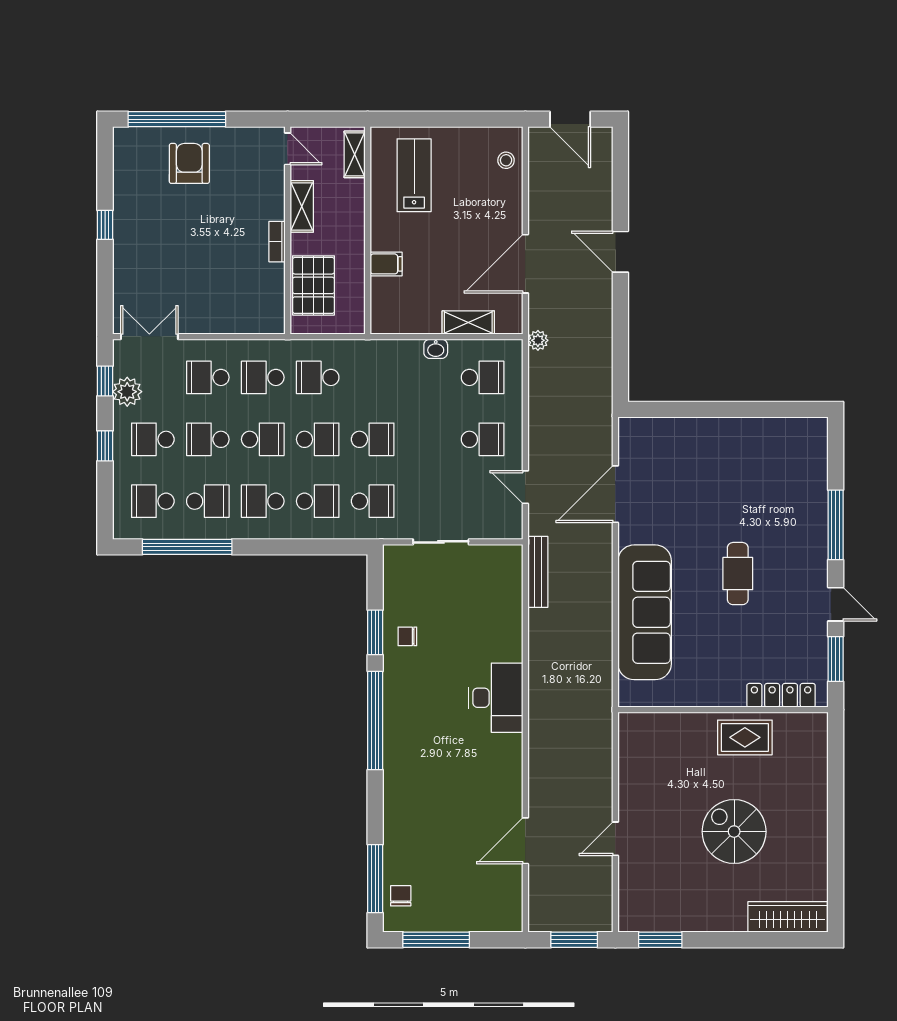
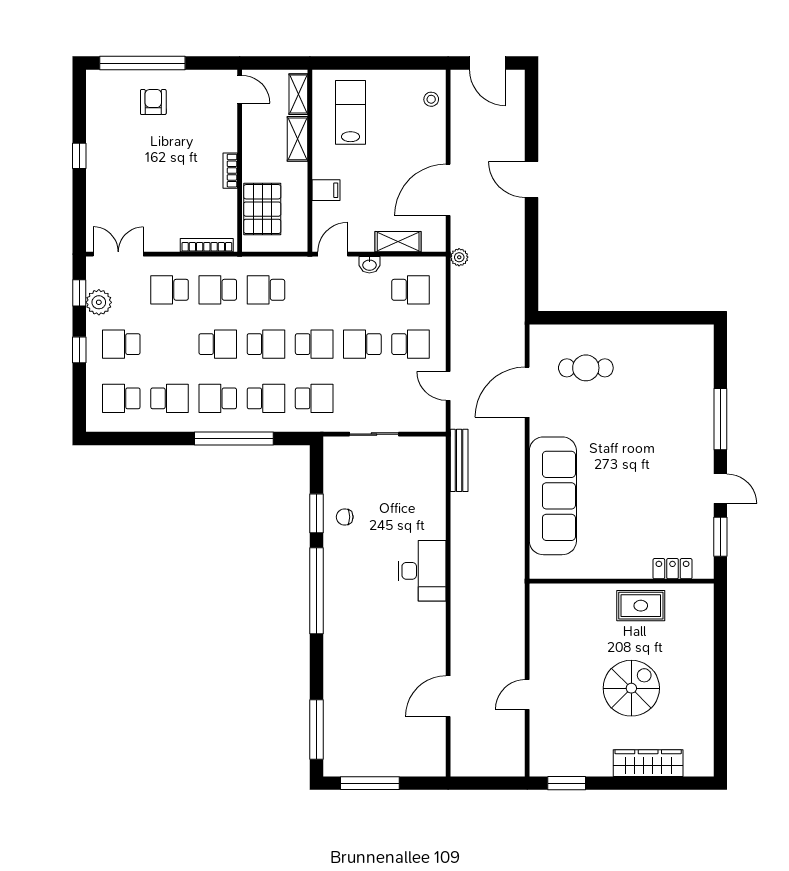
armchair: (189, 163) -> (153, 102), width x0.72, depth x0.72
shelving: (302, 206) -> (297, 139), moved
bookcase: (250, 327) -> (207, 245), added
door: (394, 337) -> (333, 254), added
school desk: (208, 439) -> (362, 344), moved
window: (187, 547) -> (234, 438), moved
cafe table: (738, 574) -> (586, 368), moved, turned 90
locker: (781, 695) -> (672, 569), width x0.66
spiral stairs: (734, 832) -> (631, 688), turned 90
chair: (401, 896) -> (339, 745), removed
wardrobe: (788, 917) -> (648, 763), moved
window: (574, 940) -> (491, 783), removed

